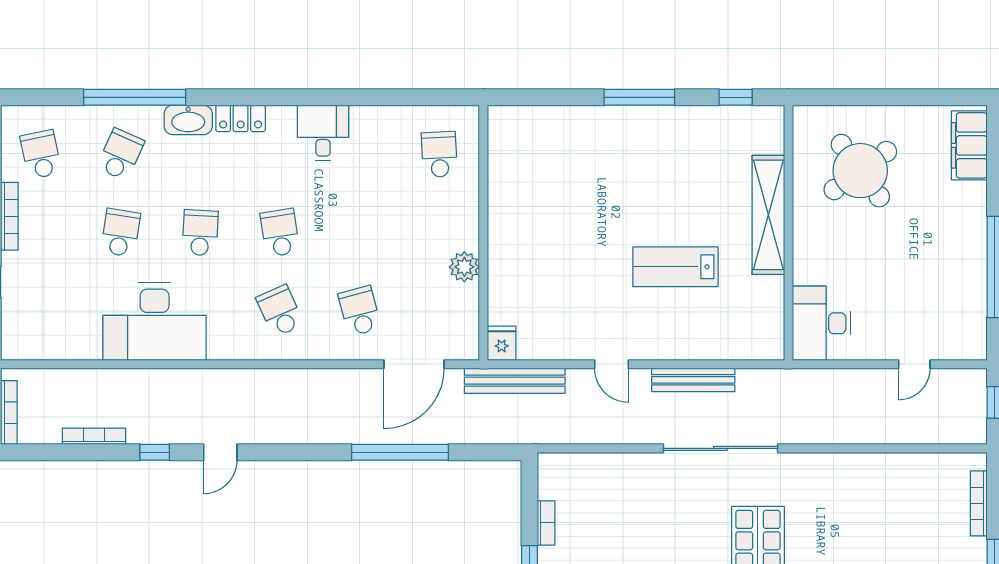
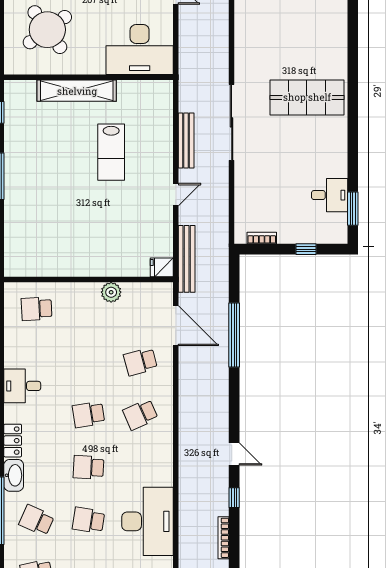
desk: (155, 322) -> (147, 521), moved
desk: (822, 323) -> (140, 50), width x1.36, depth x1.30
bookcase: (546, 523) -> (262, 238), moved

